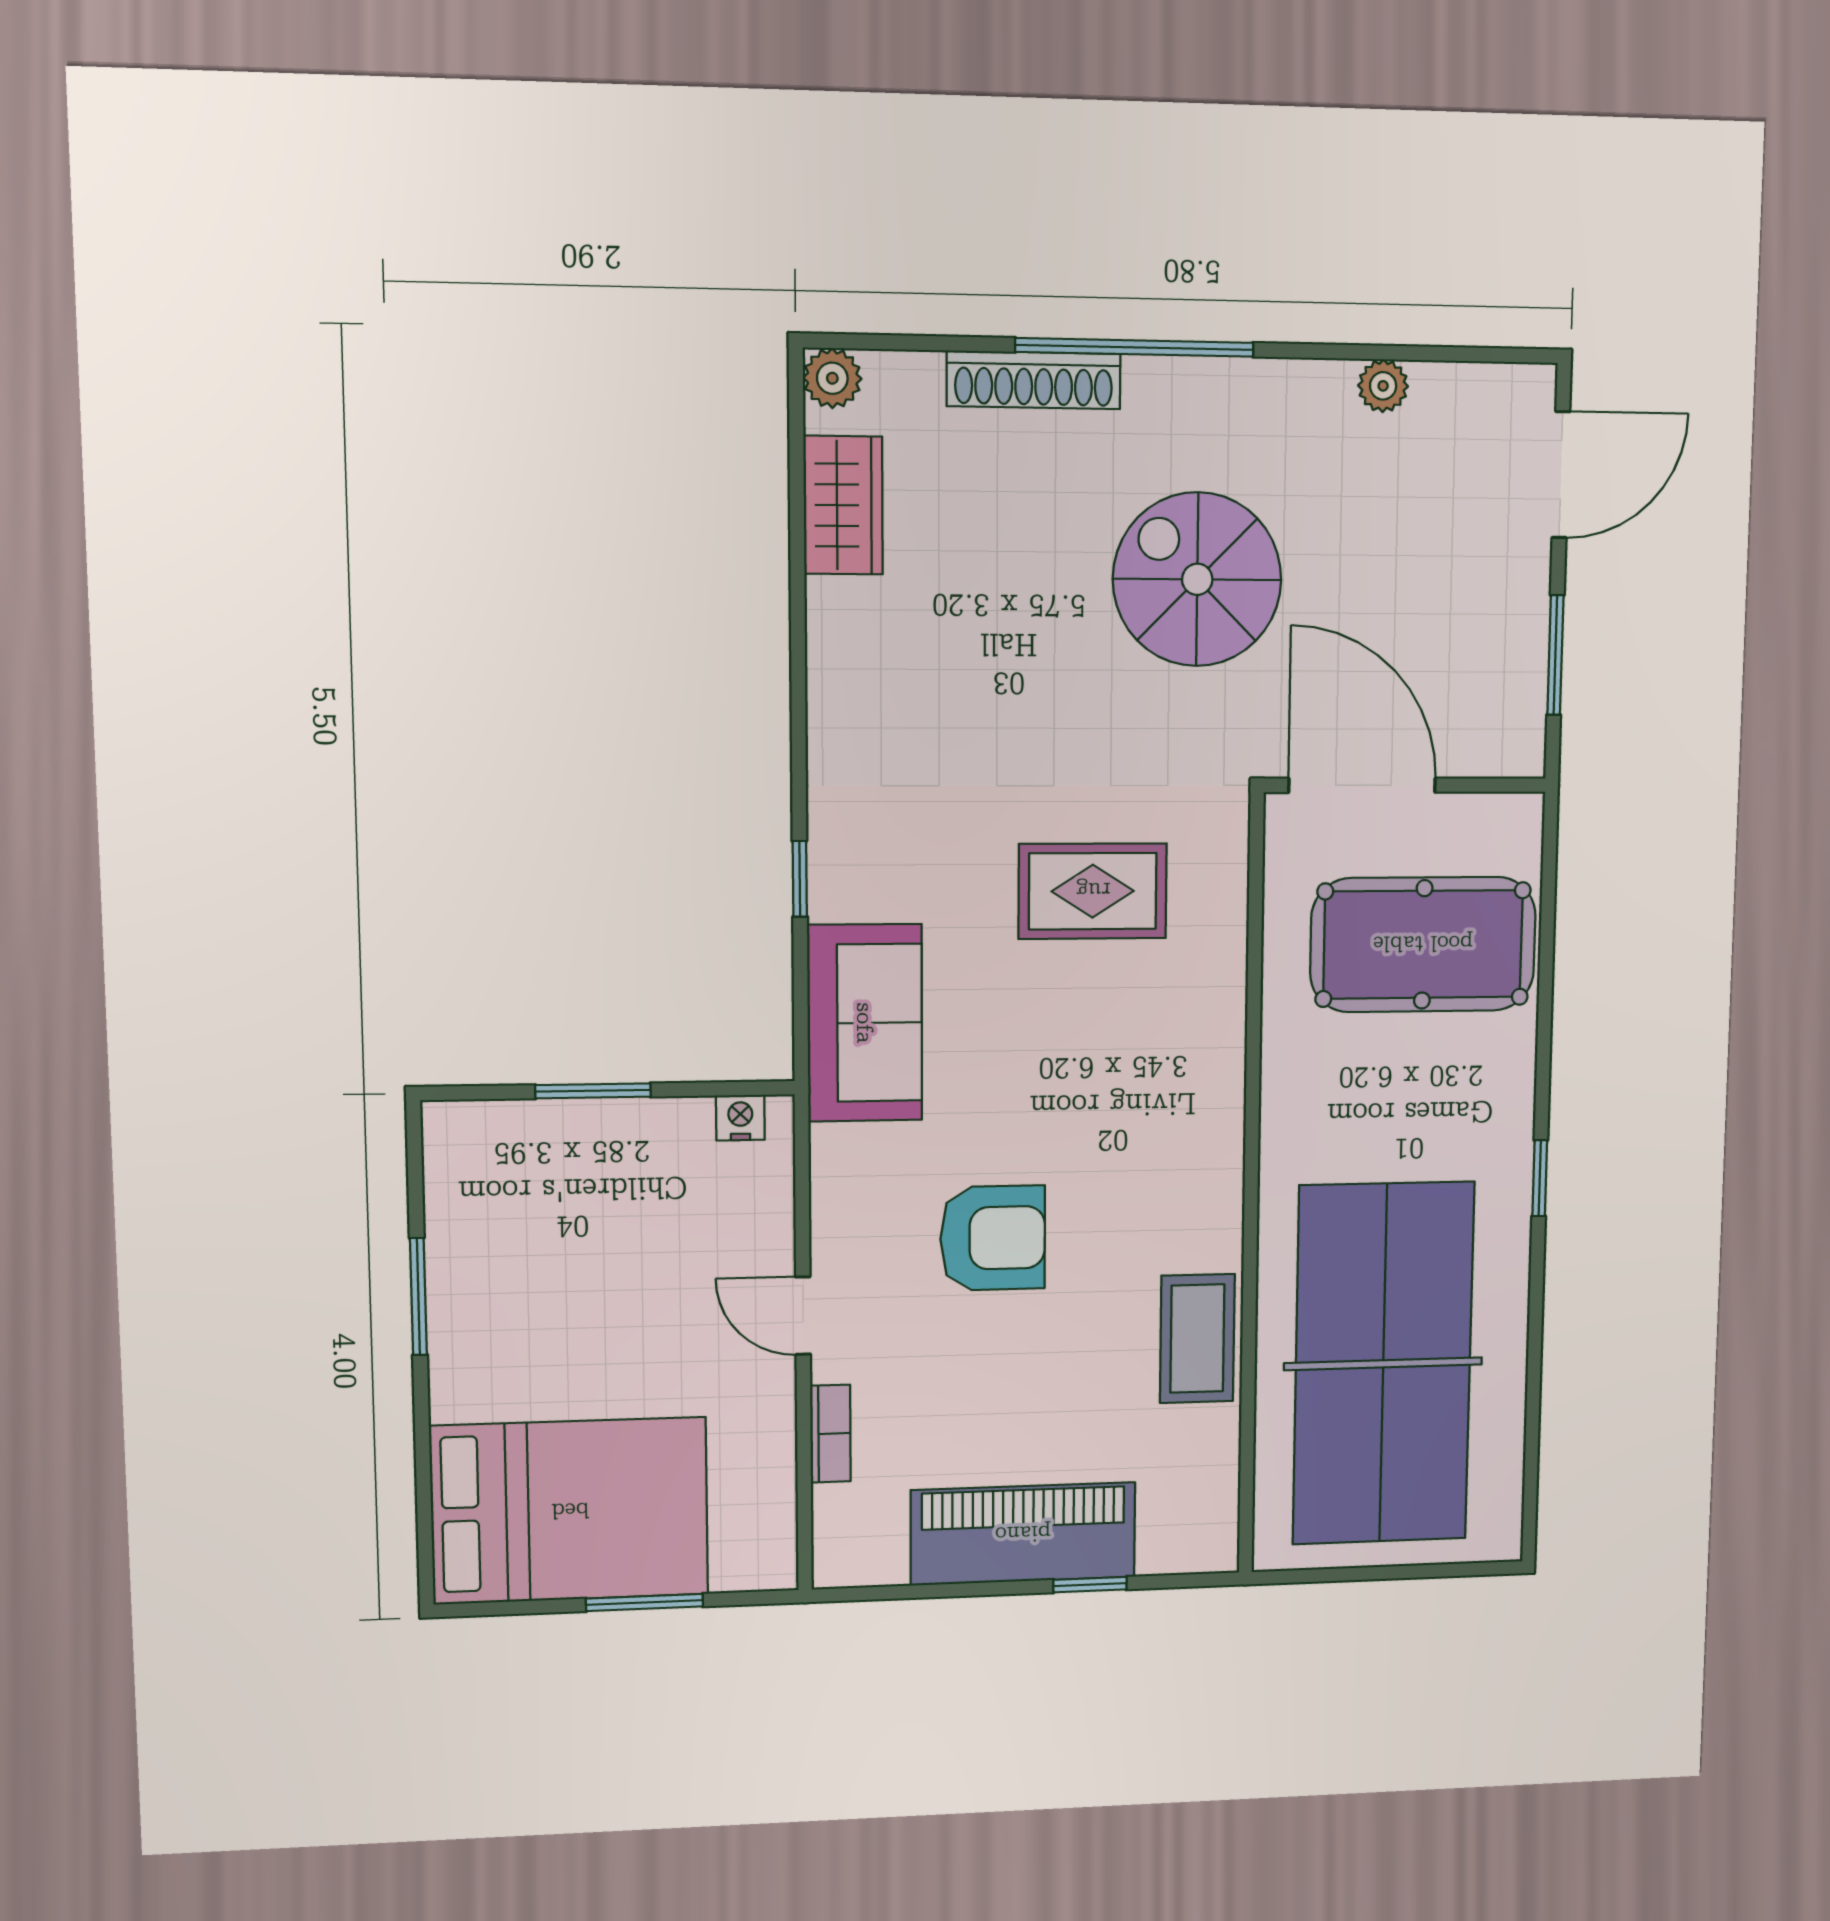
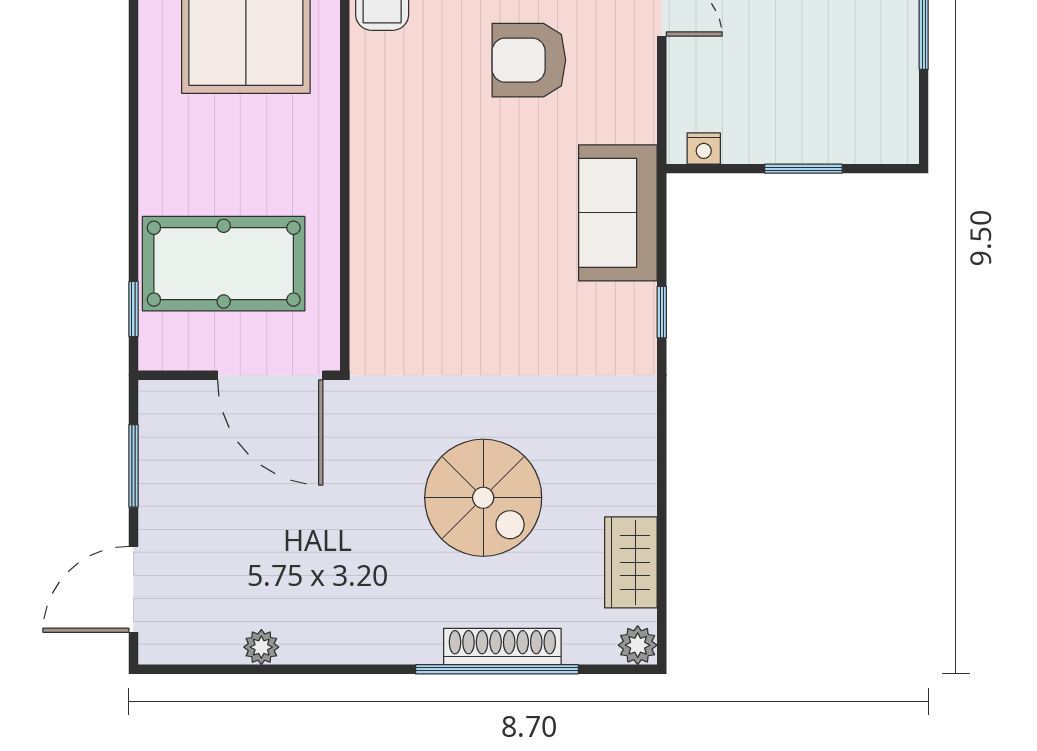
window: (1135, 347) -> (497, 669), moved
spiral stairs: (1197, 579) -> (483, 498), moved
rug: (1093, 891) -> (460, 303), removed
window: (1540, 1178) -> (133, 309), moved

